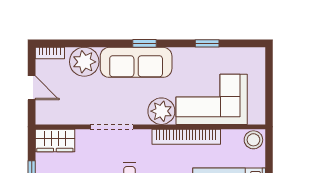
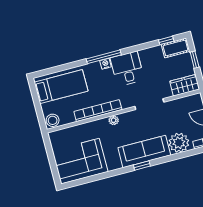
window: (207, 43) -> (100, 176), removed
corner sofa: (212, 99) -> (80, 161), moved, turned 180
plant: (161, 111) -> (114, 120), width x0.53, depth x0.53

